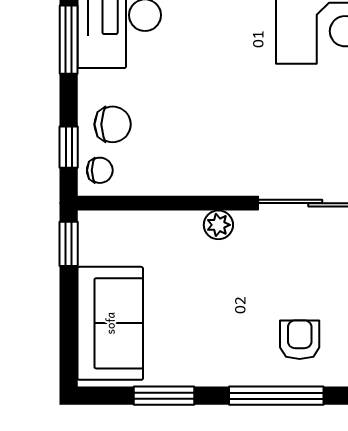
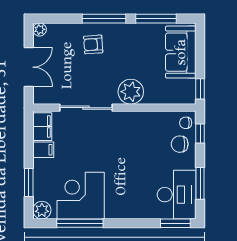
plant: (218, 225) -> (131, 92), width x1.87, depth x1.87
armchair: (300, 340) -> (93, 44), turned 86
window: (164, 396) -> (156, 19), width x1.44

